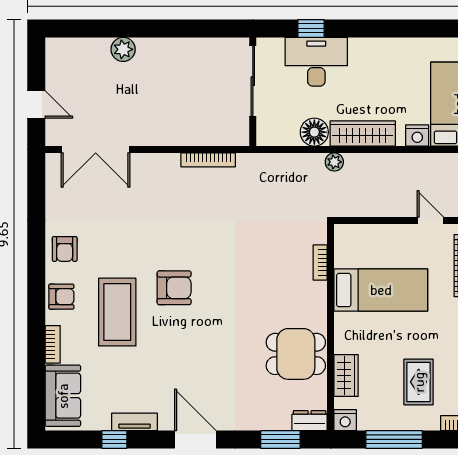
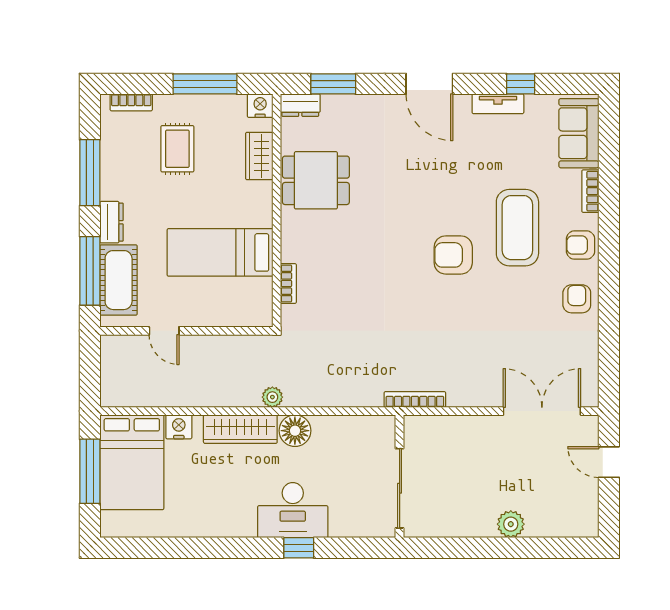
sliding door: (253, 81) -> (400, 488), moved
wall: (253, 92) -> (400, 476), moved

